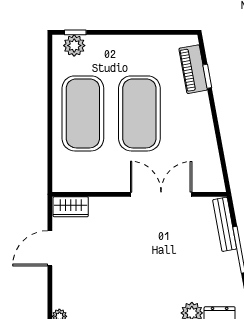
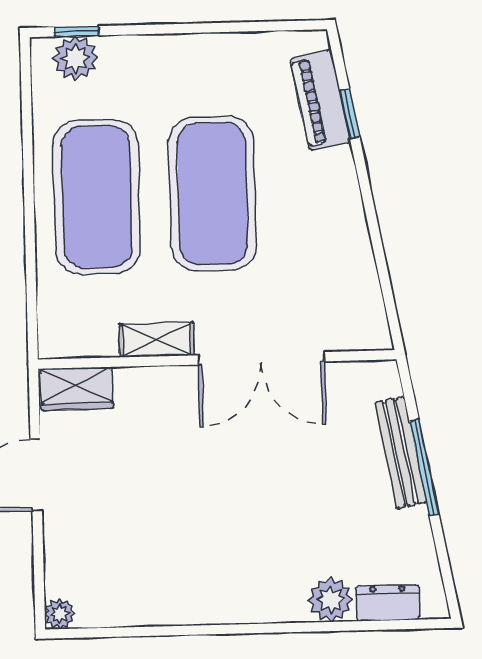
shelving: (110, 184) -> (156, 340), added
double door: (161, 194) -> (261, 358), swing flipped
bench: (225, 224) -> (401, 453), moved

